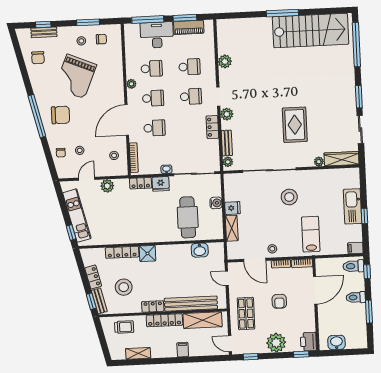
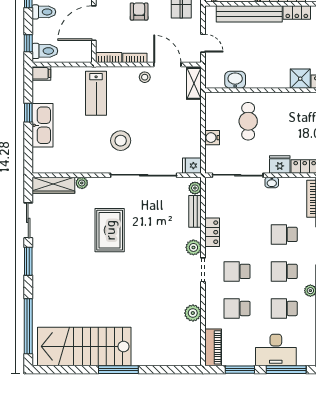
piano: (189, 27) -> (213, 347), moved, turned 90
fridge: (232, 208) -> (192, 166), moved
cafe table: (188, 217) -> (248, 121), width x0.73, depth x0.74
shelving: (232, 228) -> (194, 83), moved

